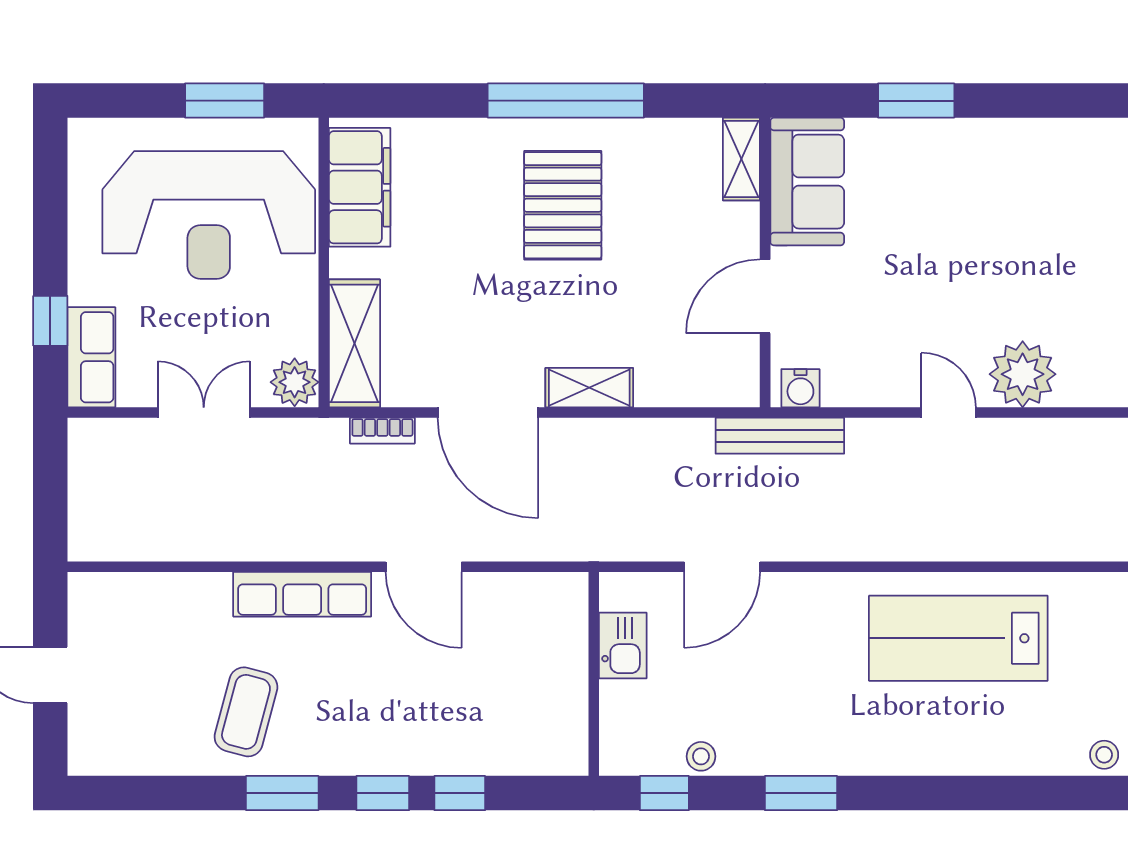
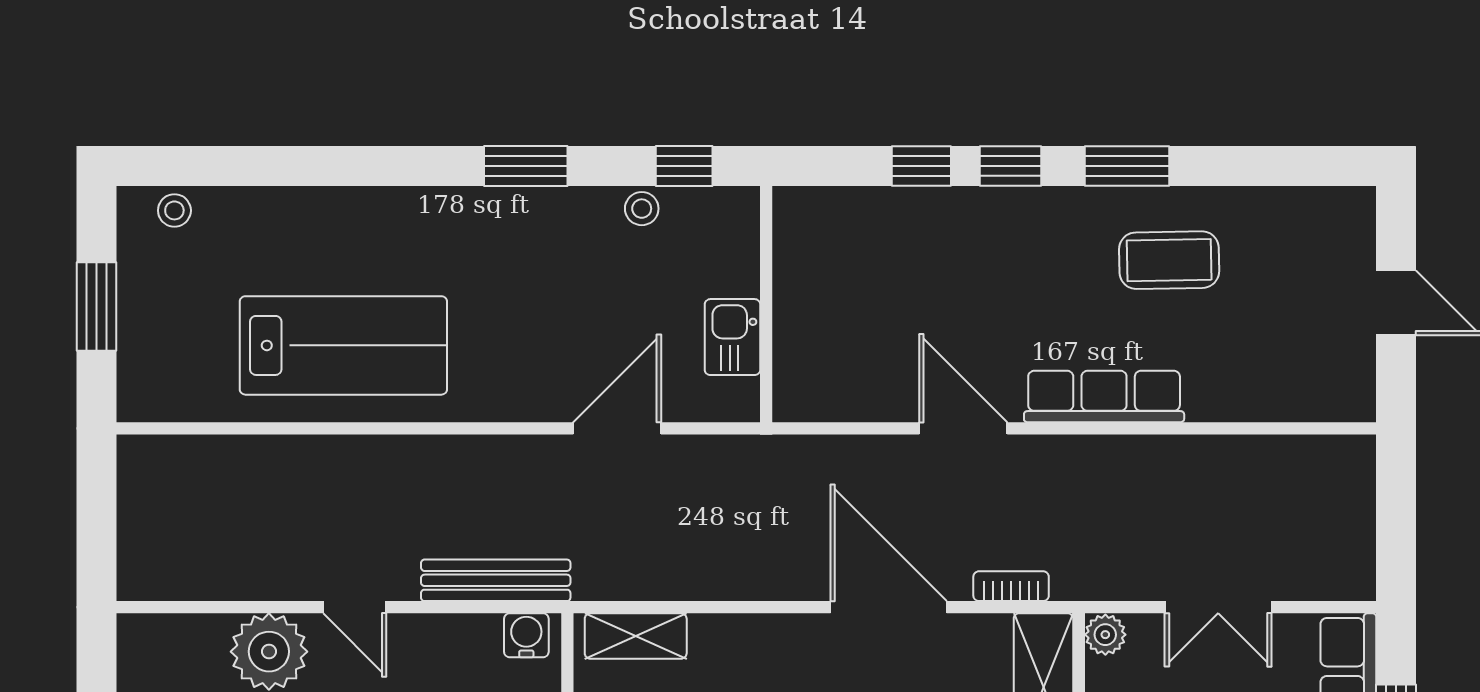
plant: (295, 382) -> (1105, 635), width x0.73, depth x0.73
shelving: (589, 388) -> (636, 636), moved
bench: (780, 436) -> (496, 580), moved
coffee table: (246, 712) -> (1169, 260), turned 74

